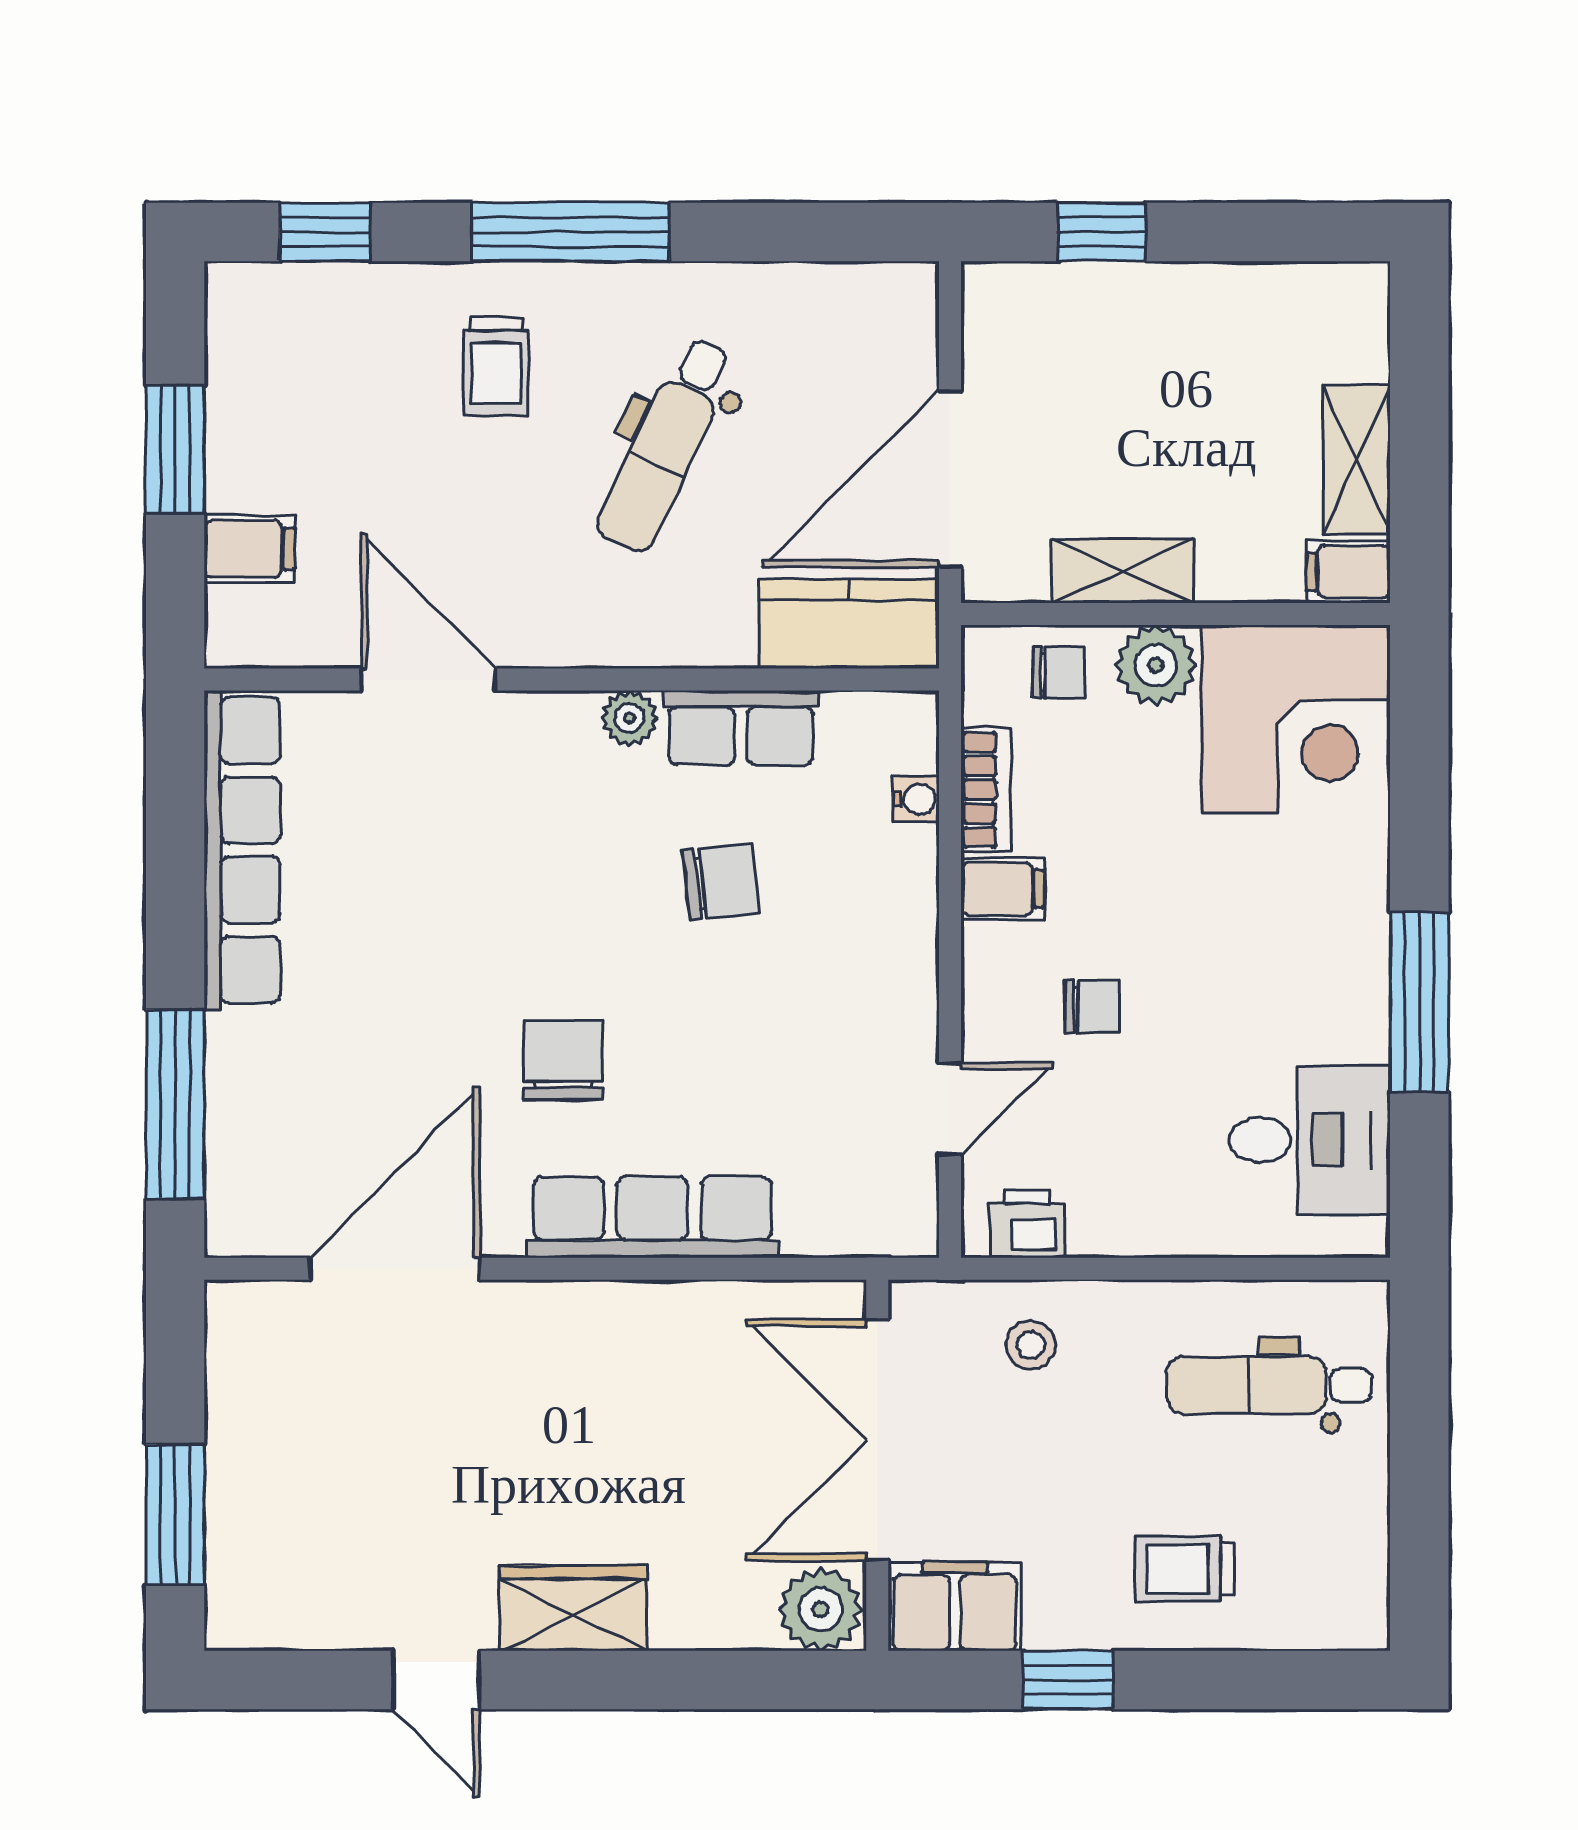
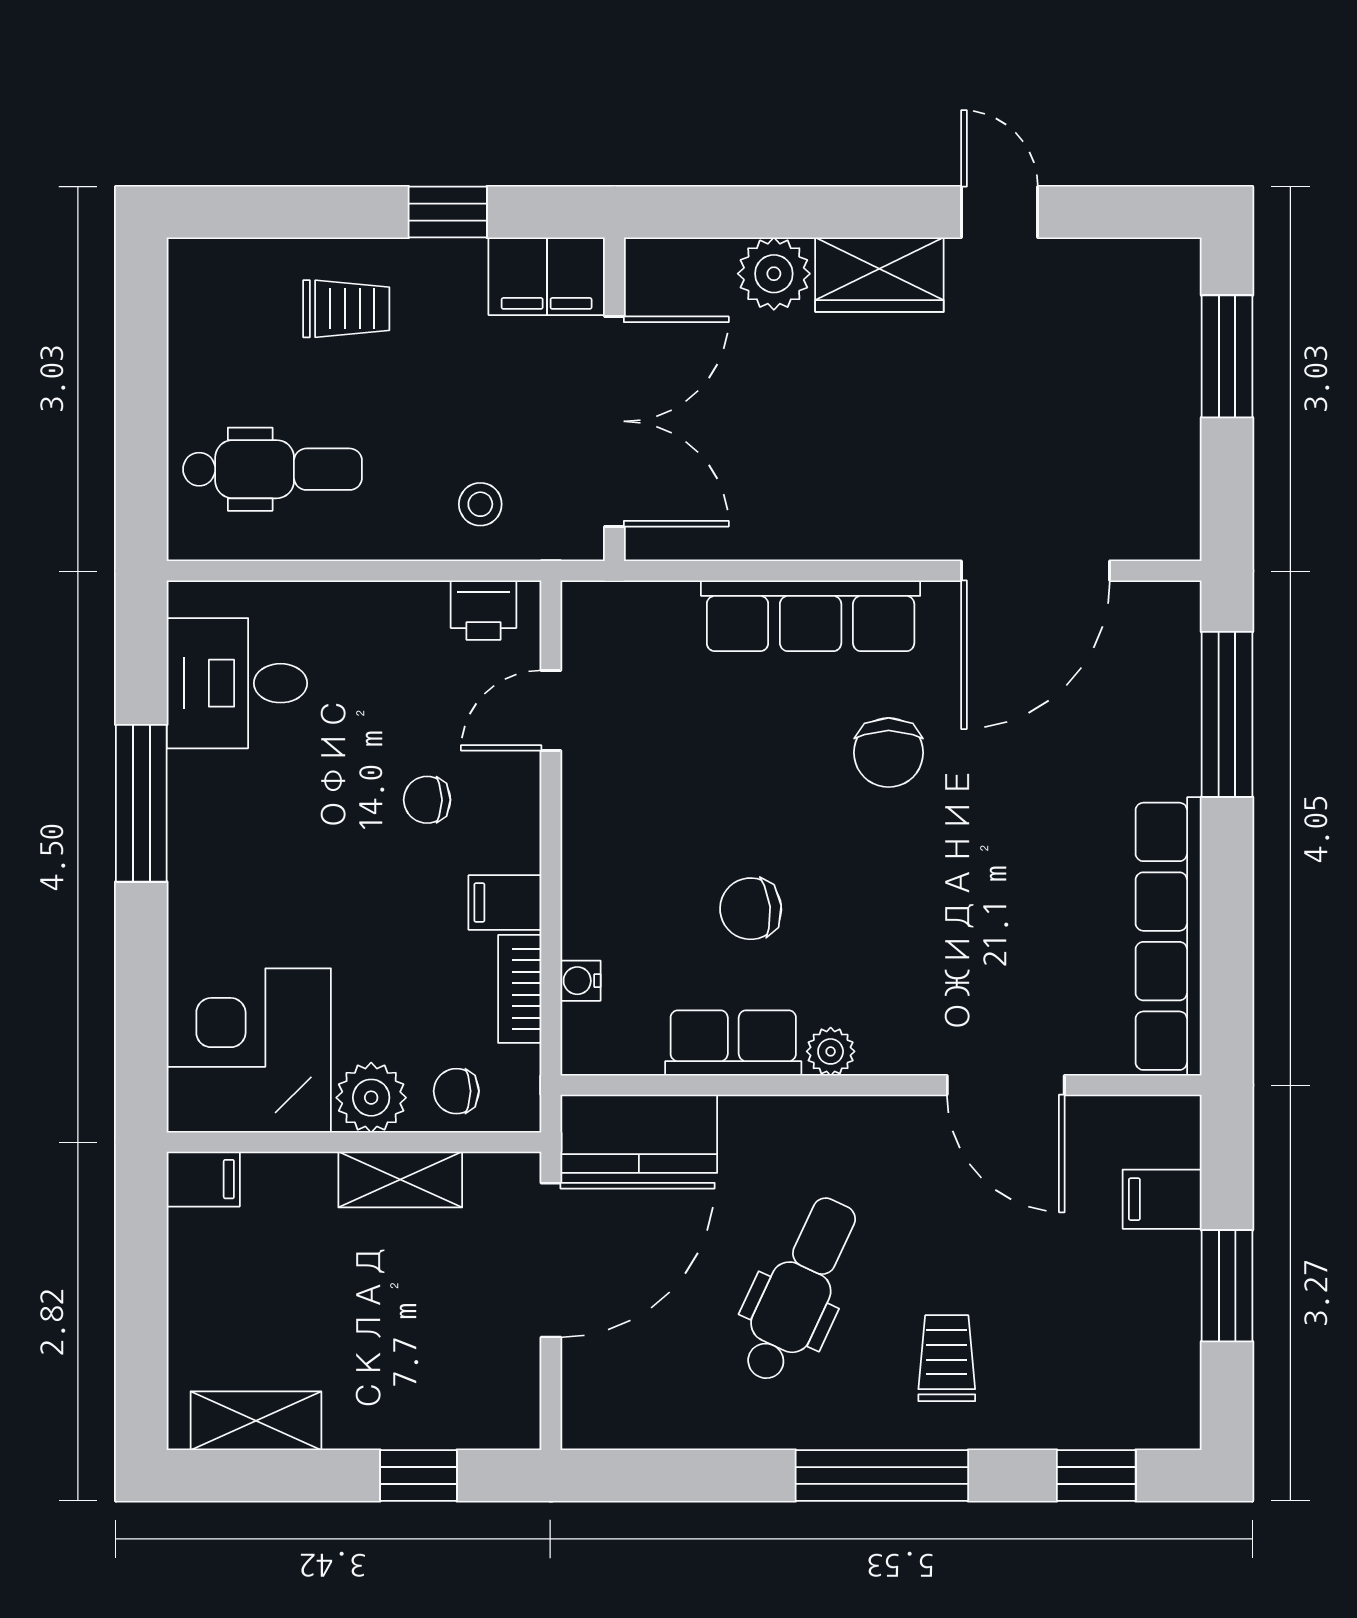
shelving: (1356, 460) -> (256, 1421), moved, turned 90
plant: (821, 1609) -> (774, 274), moved

